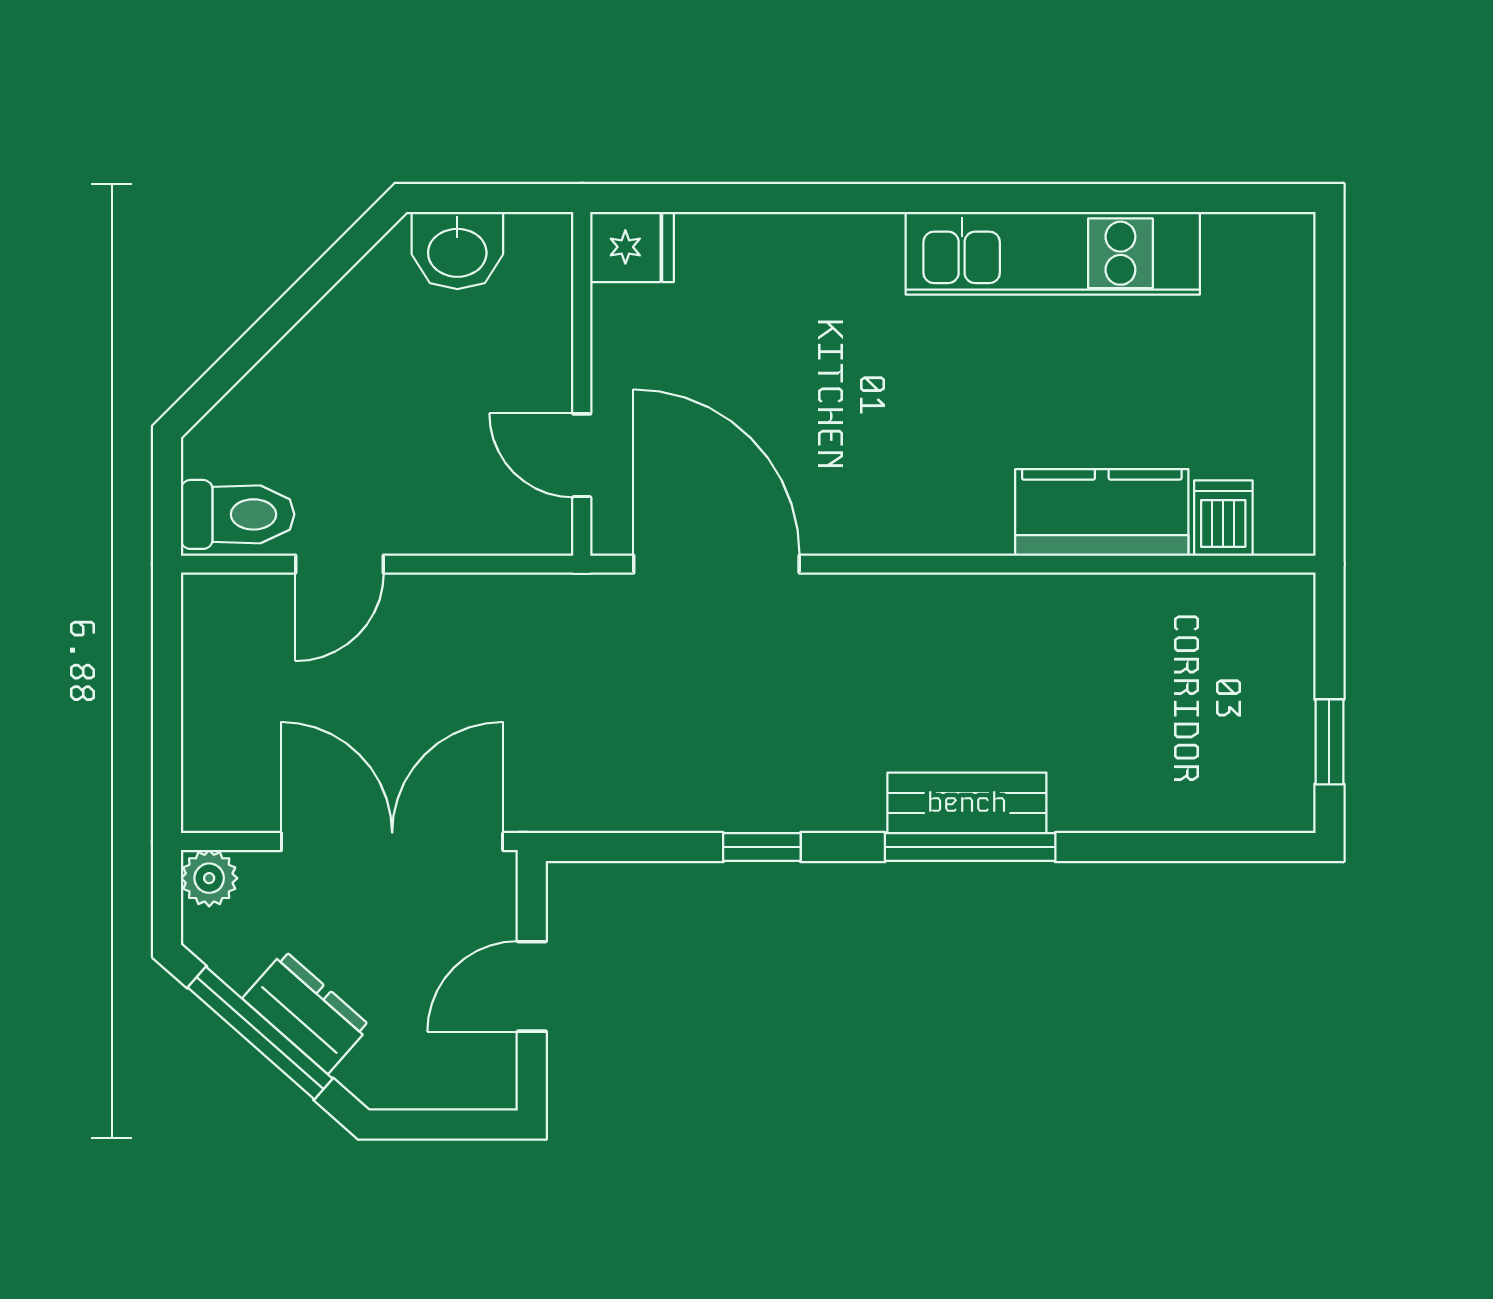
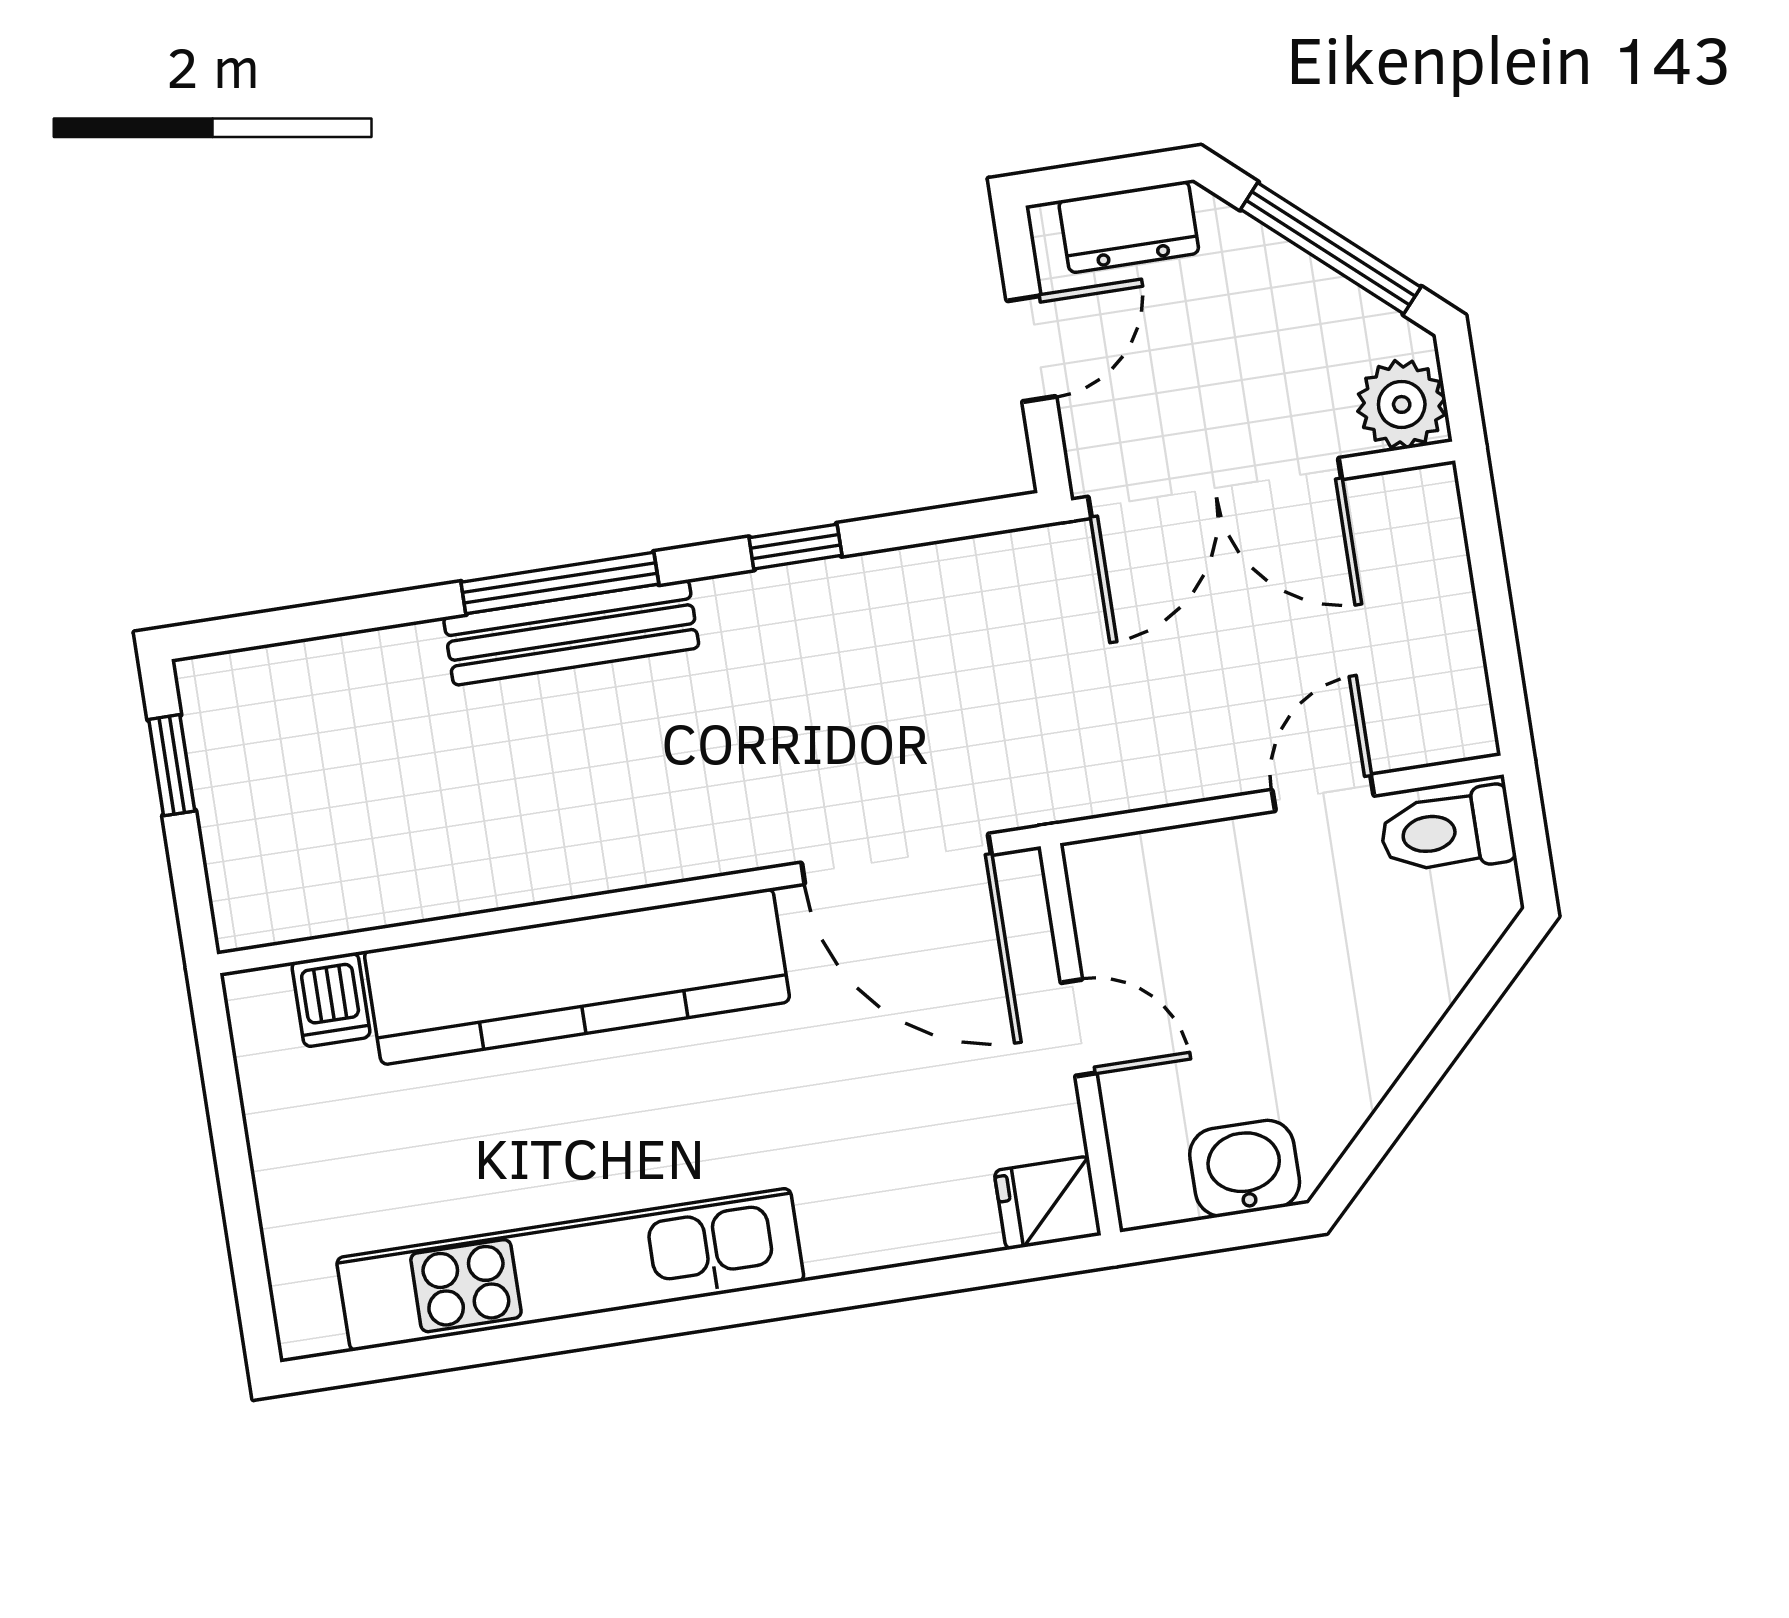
kitchen unit: (1053, 253) -> (570, 1270), width x1.36
door: (582, 455) -> (1079, 1028), moved
kitchen counter: (1102, 512) -> (577, 976), width x2.08, depth x1.17
bench: (967, 803) -> (571, 633), width x1.36
plant: (209, 878) -> (1402, 404), width x1.38, depth x1.38
dresser: (306, 1012) -> (1129, 227), moved, turned -41

